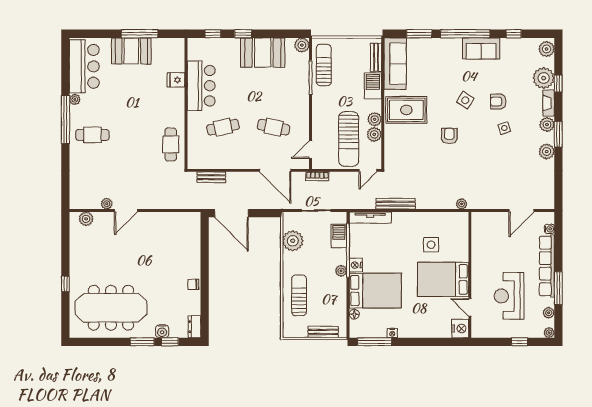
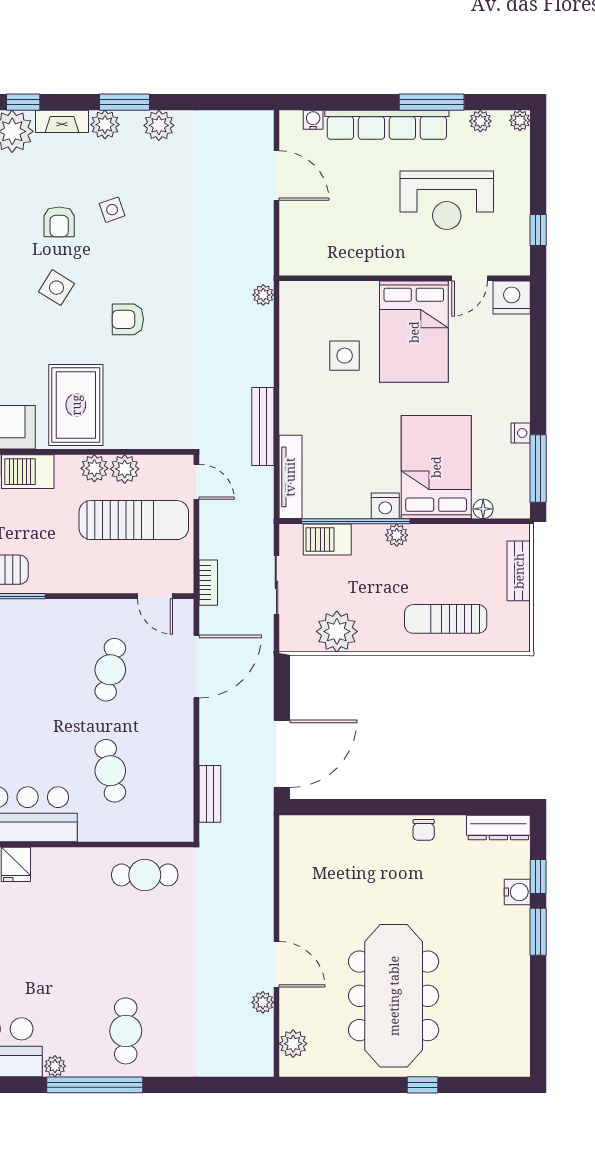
meeting table: (111, 308) -> (394, 996), moved
dresser: (194, 327) -> (498, 827), width x1.44
window: (520, 342) -> (538, 230), moved

